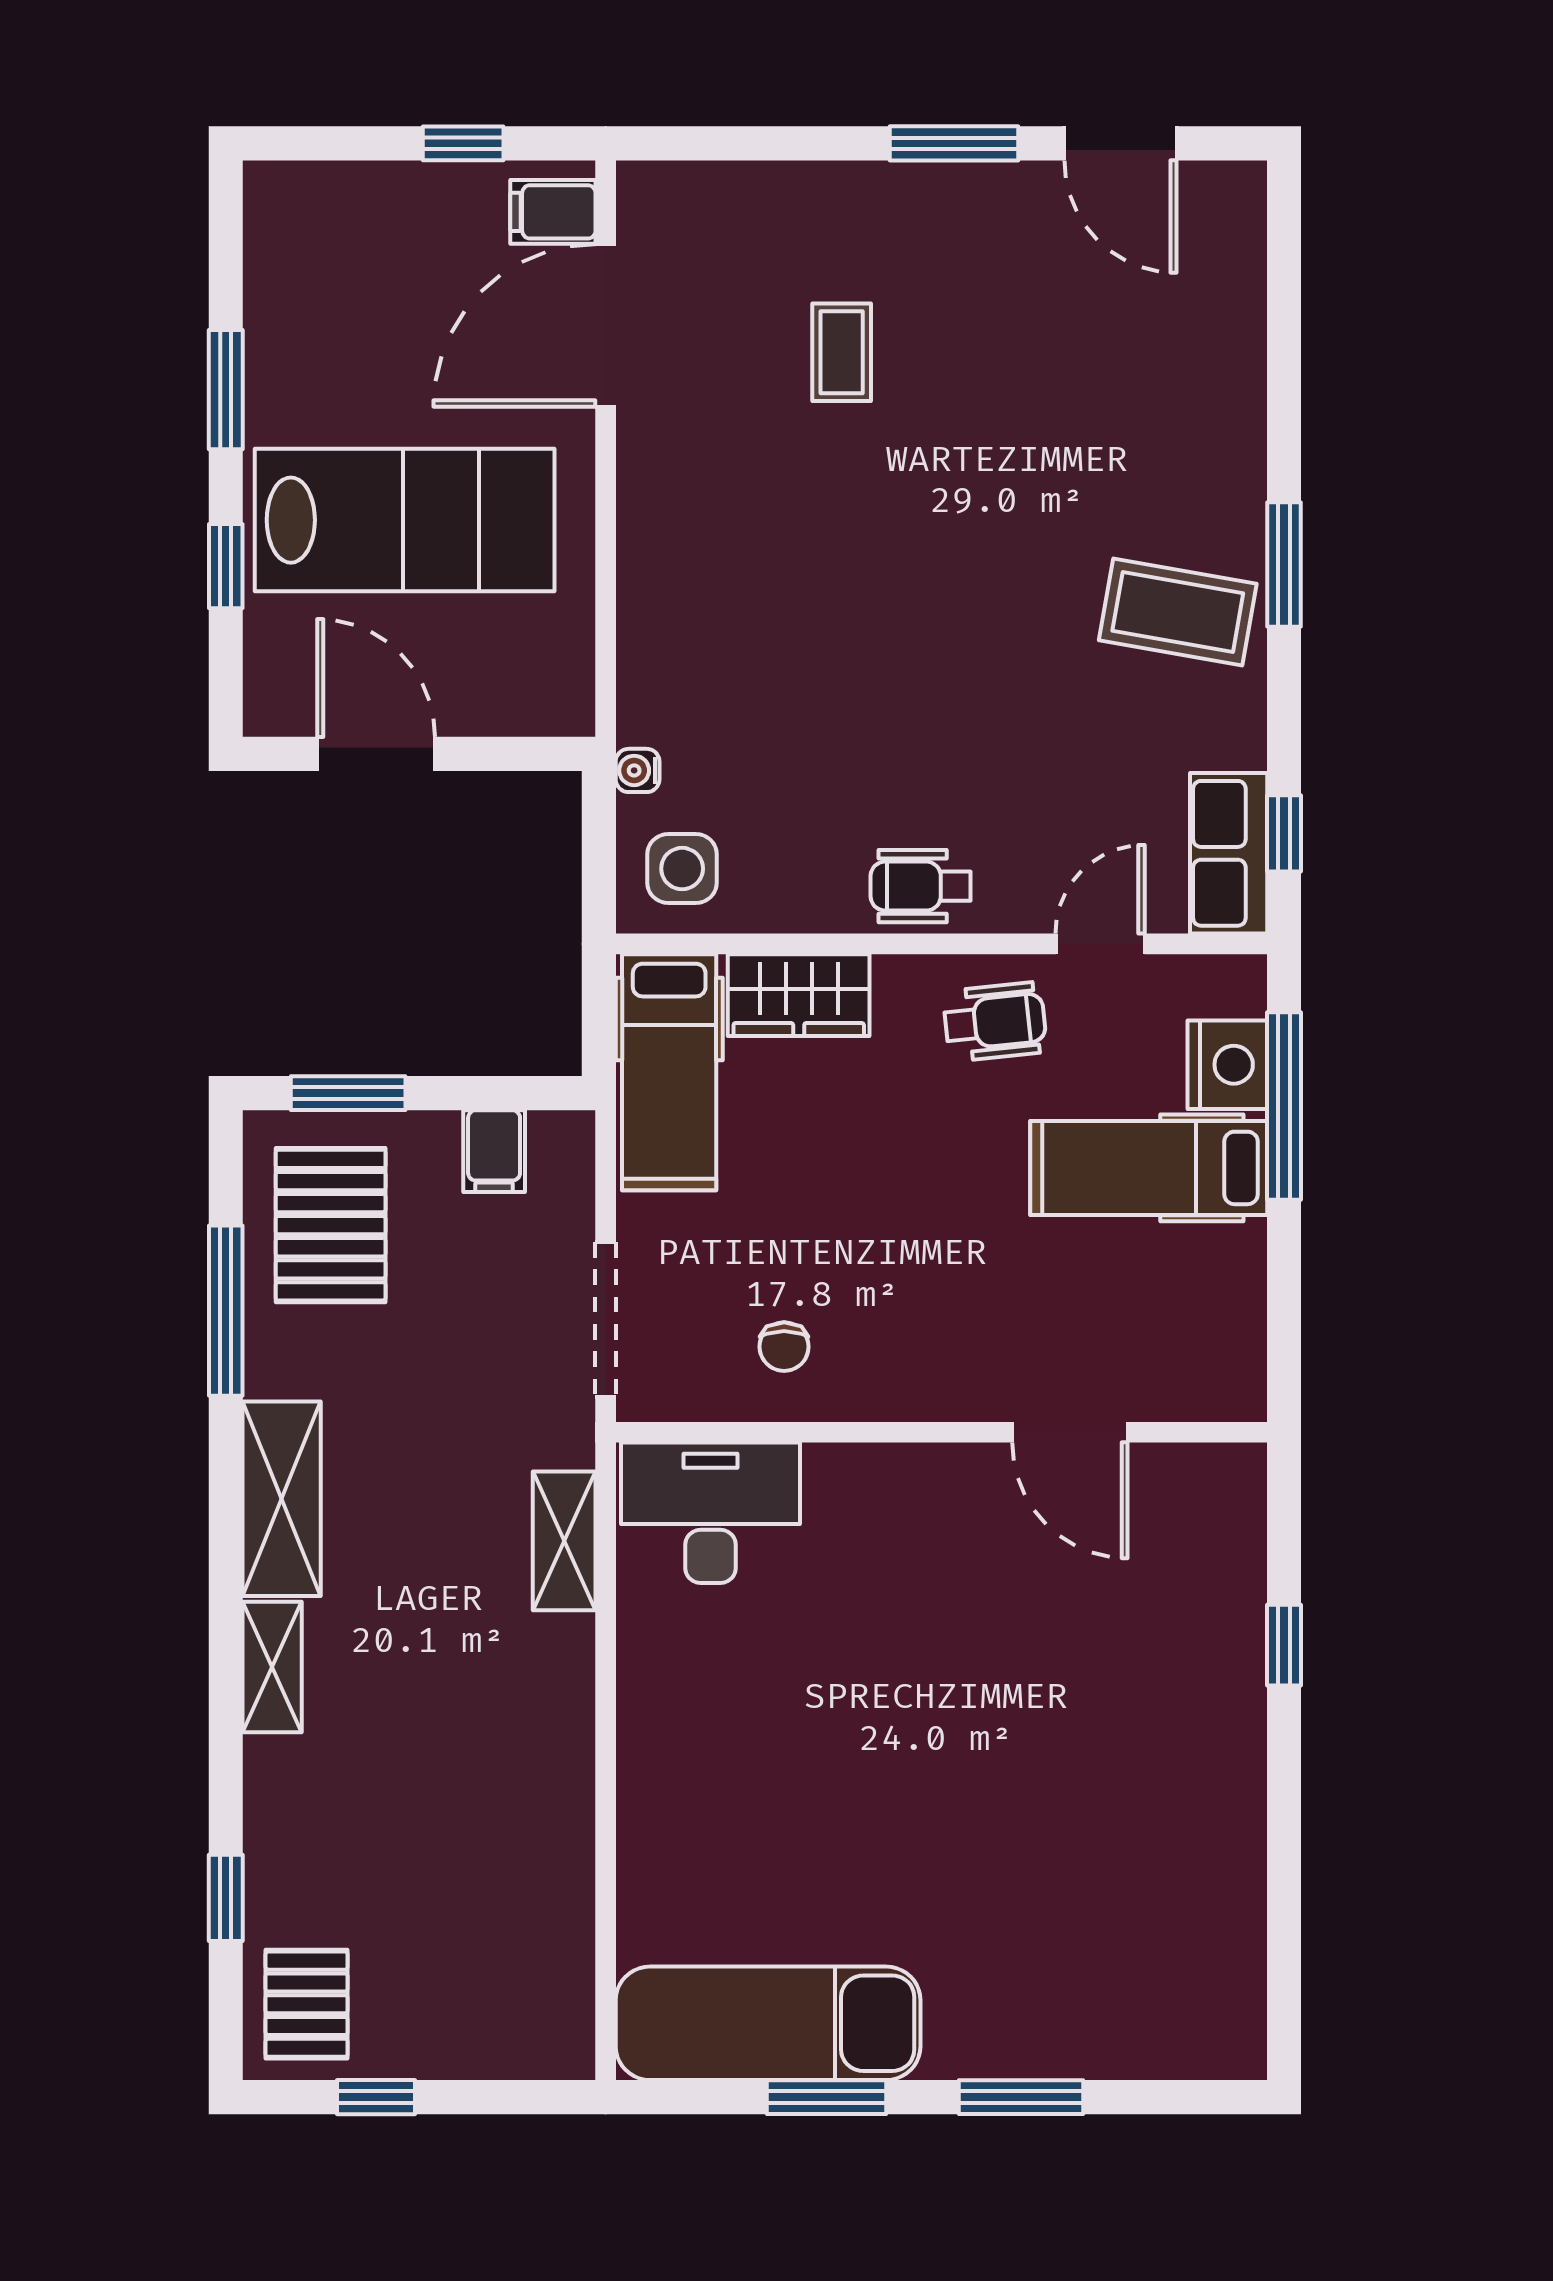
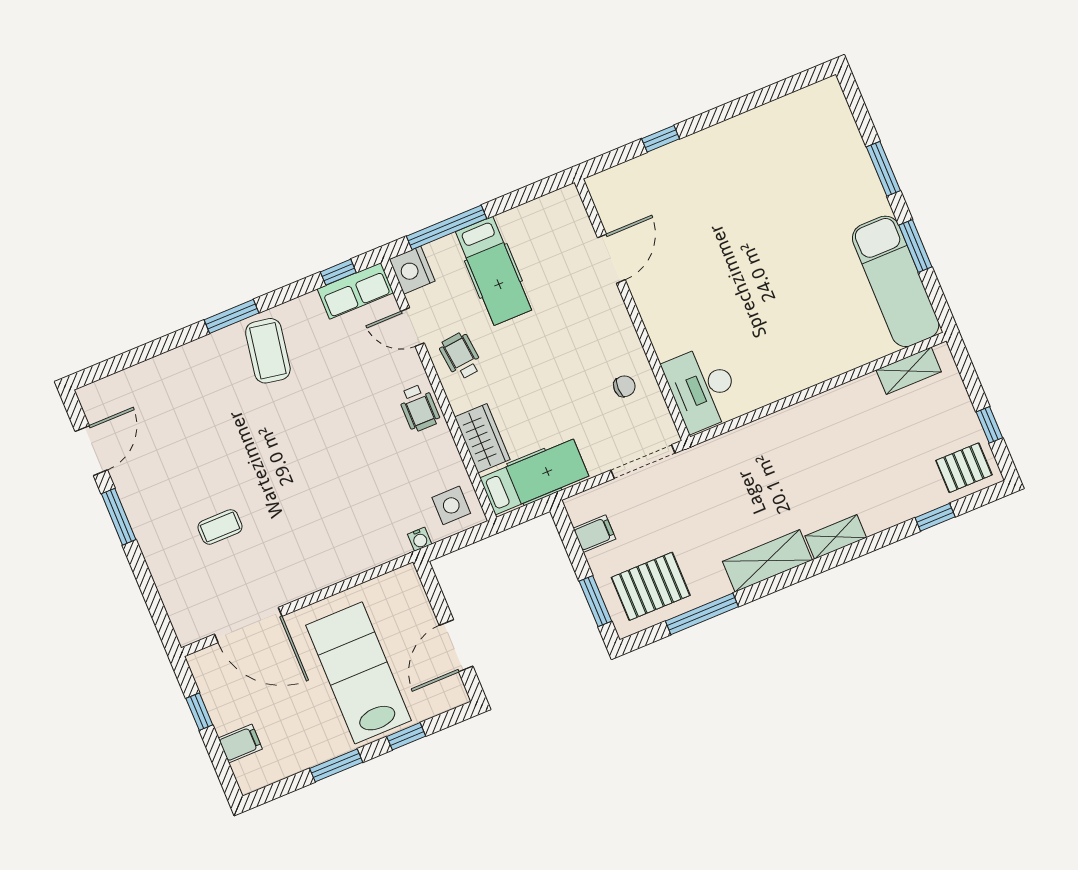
filing cabinet: (553, 212) -> (240, 744), moved, turned -90
nightstand: (1227, 1065) -> (412, 270), moved, turned -90
shelving: (564, 1541) -> (909, 371), moved

